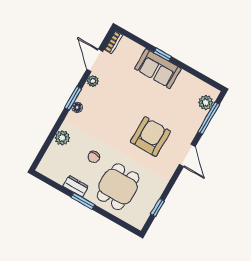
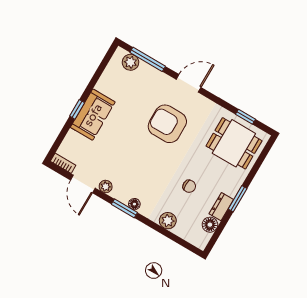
door: (95, 60) -> (83, 184), hinge flipped
floor lamp: (59, 176) -> (210, 225), added
dining table: (118, 187) -> (234, 143), moved

